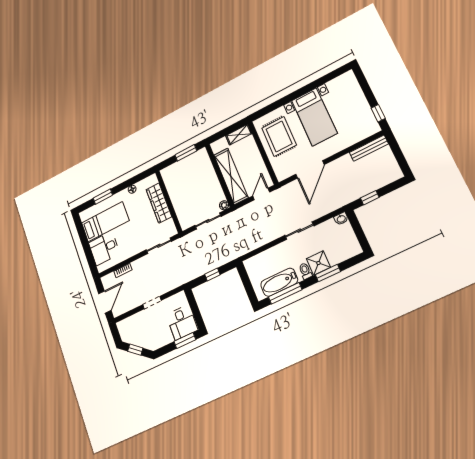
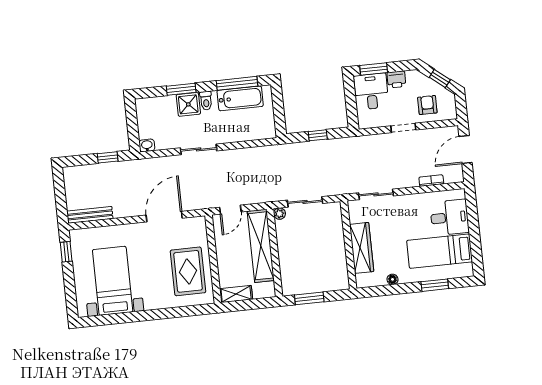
bed with nightstands: (314, 117) -> (113, 281), moved
armchair: (139, 326) -> (427, 105), added
printer: (166, 338) -> (396, 79), added

